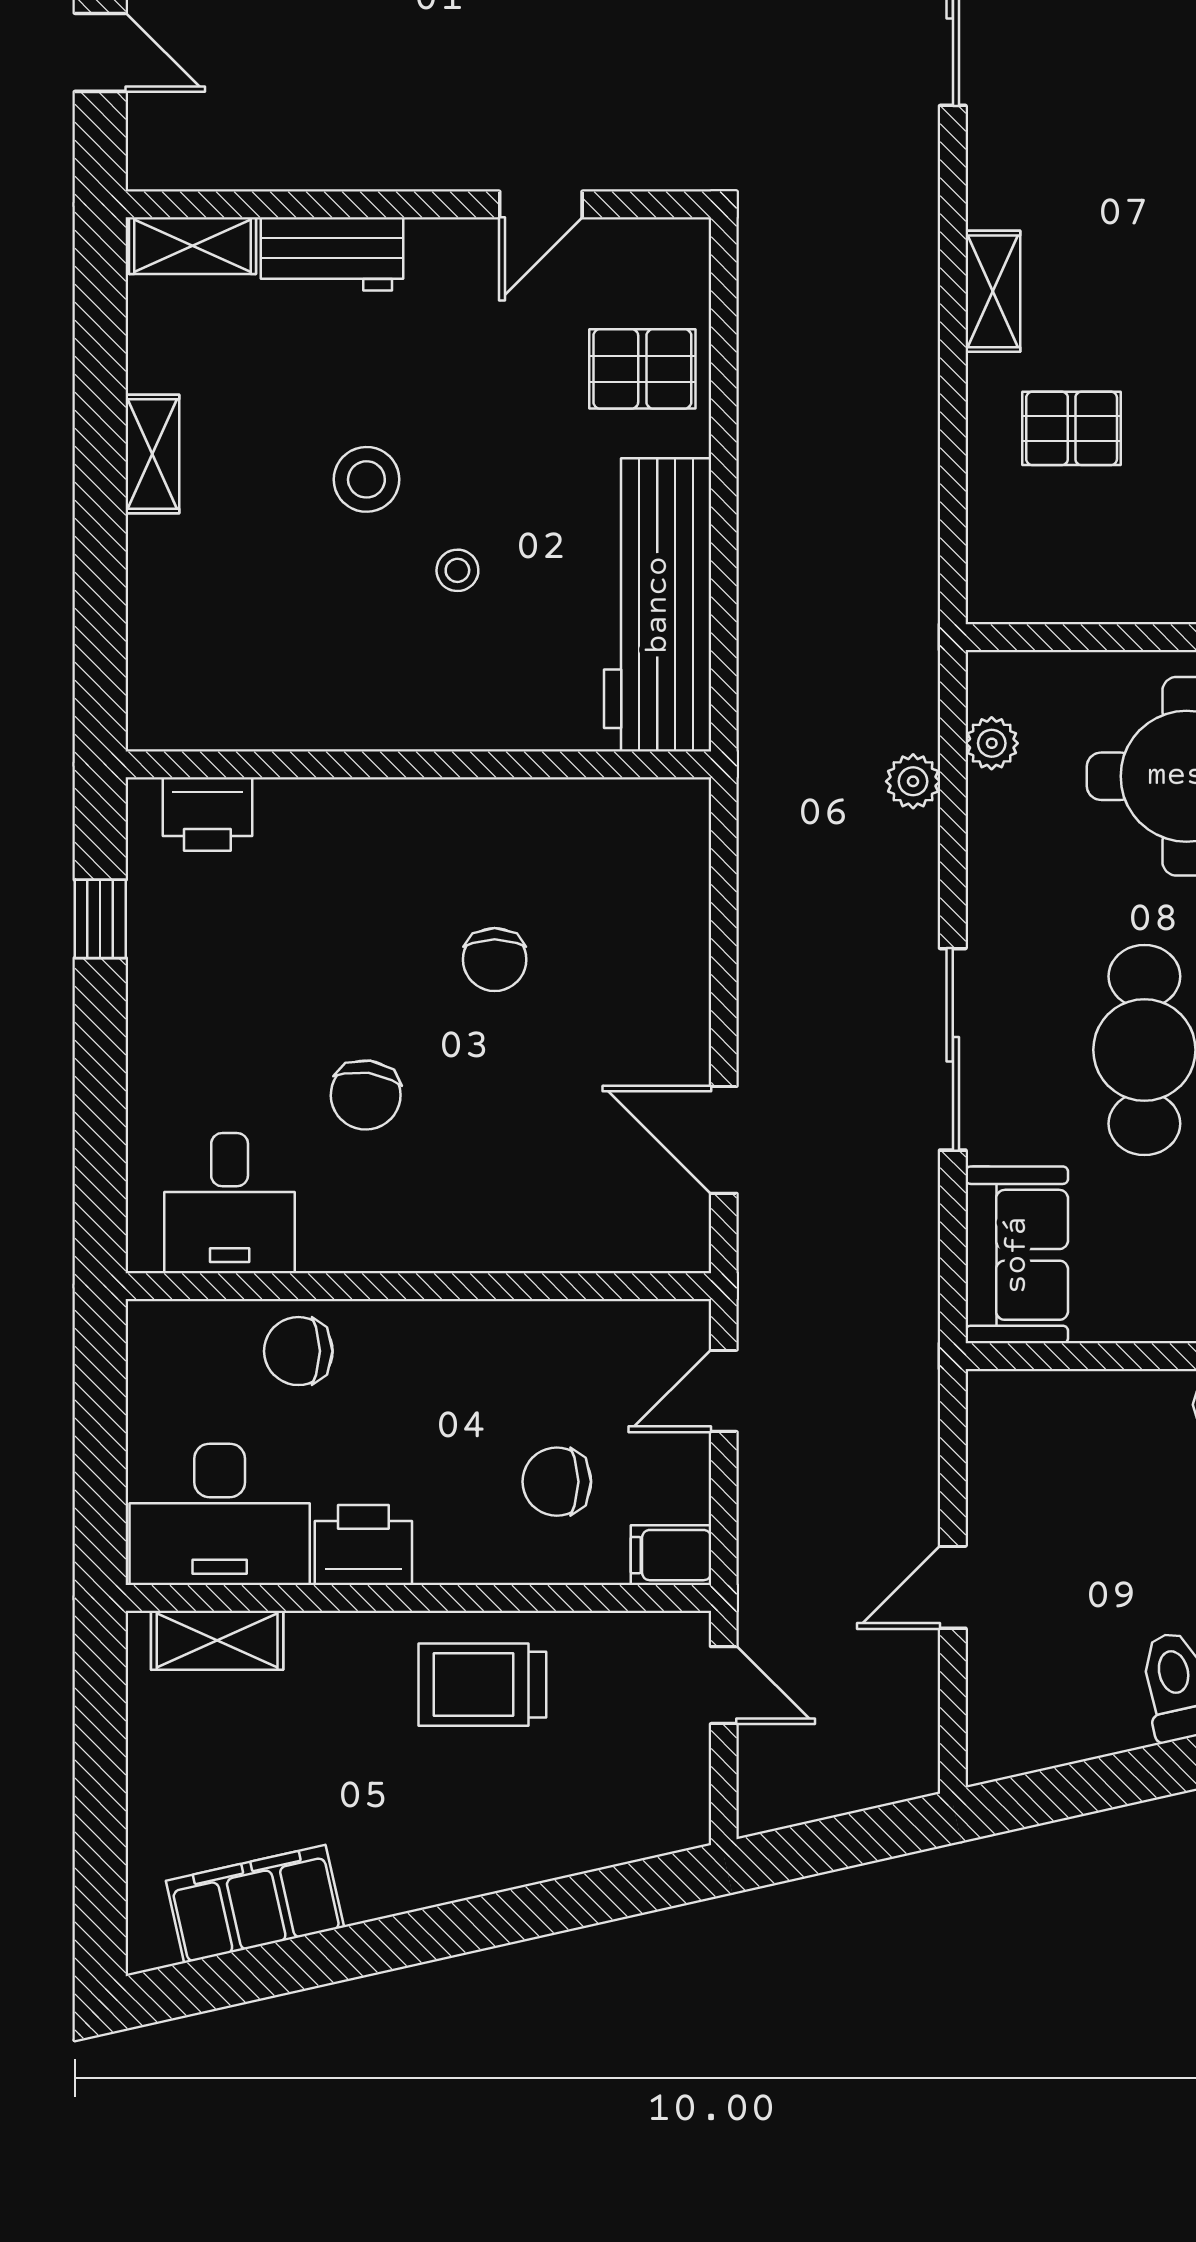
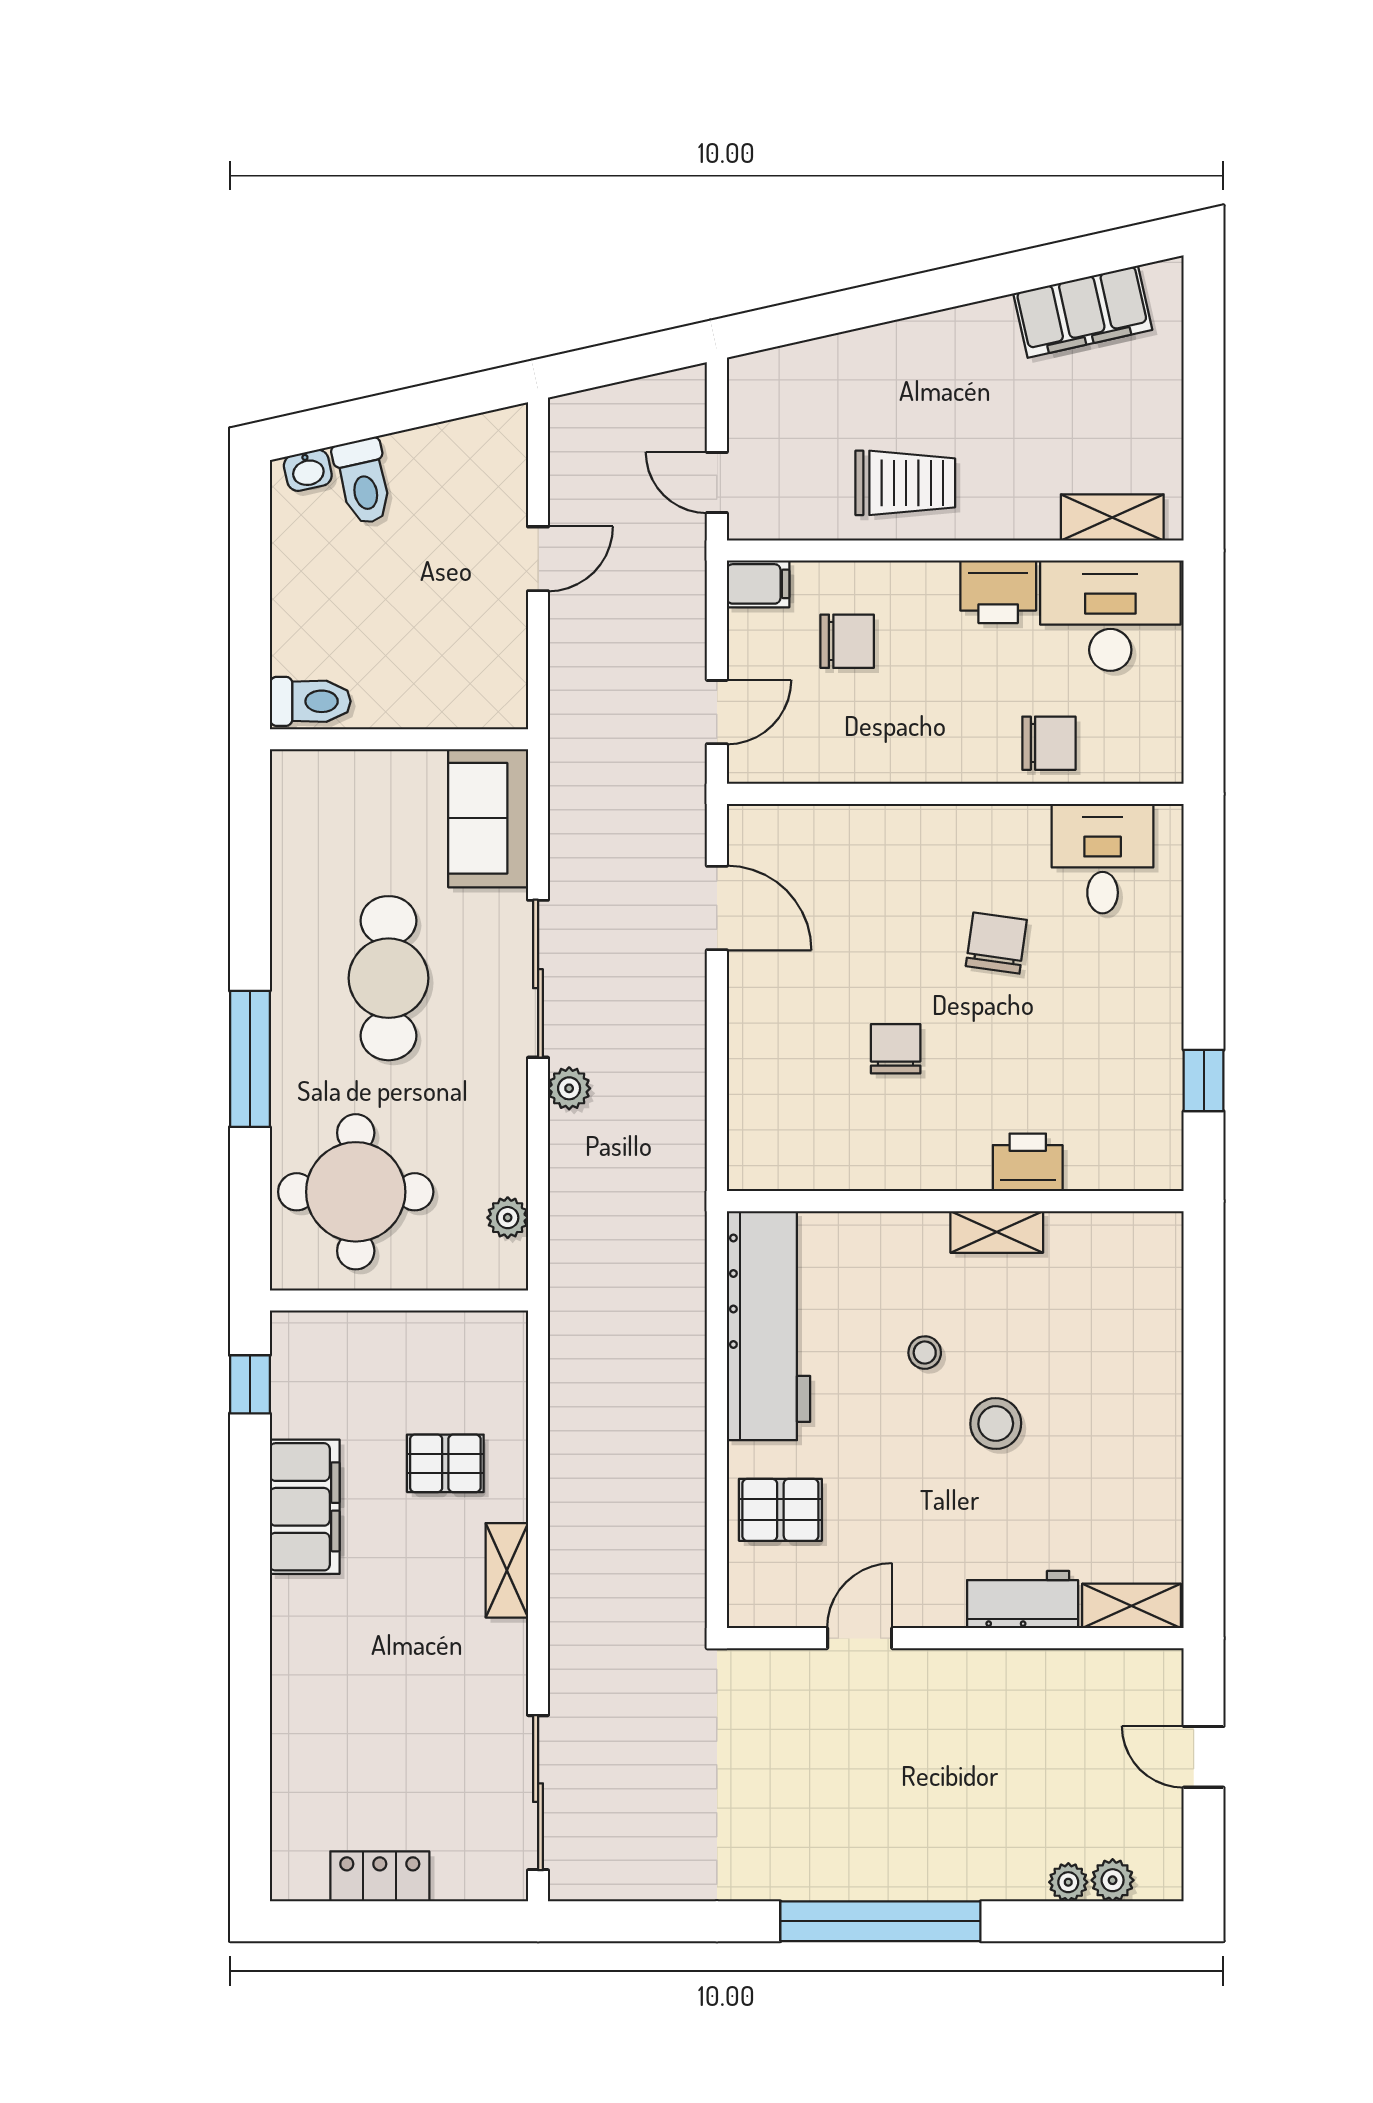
shelving: (152, 454) -> (997, 1232), moved, turned 90
plant: (913, 781) -> (569, 1088), moved
printer: (207, 814) -> (1028, 1162), moved

